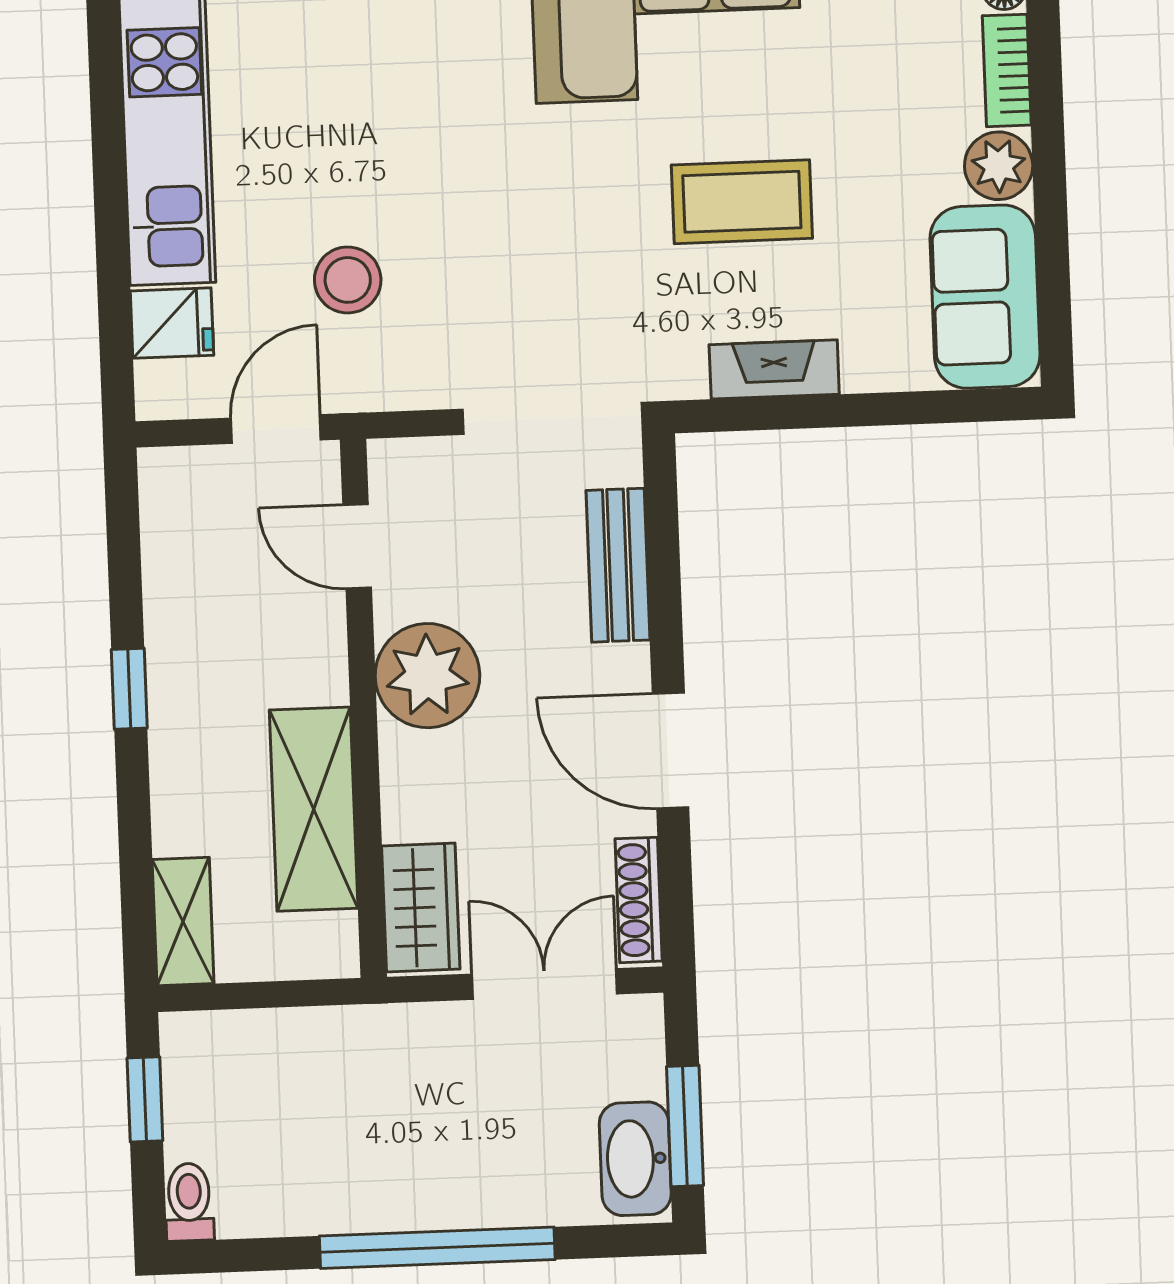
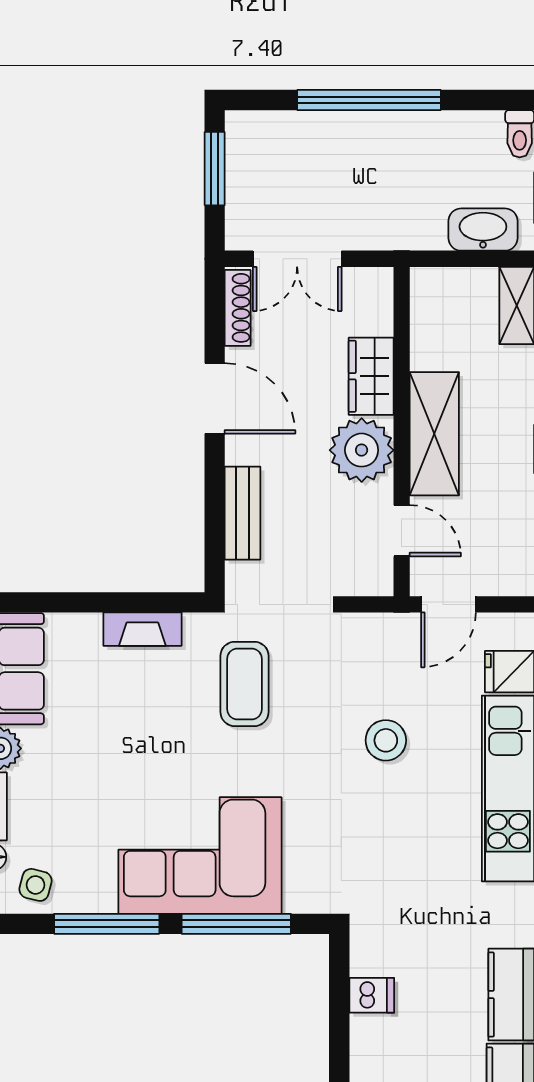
coffee table: (742, 202) -> (245, 684), moved, turned 90
stool: (348, 280) -> (386, 740), moved
shelving: (314, 809) -> (434, 434), moved
wardrobe: (421, 908) -> (371, 376), moved
washbasin: (635, 1159) -> (483, 230), moved, turned -90

